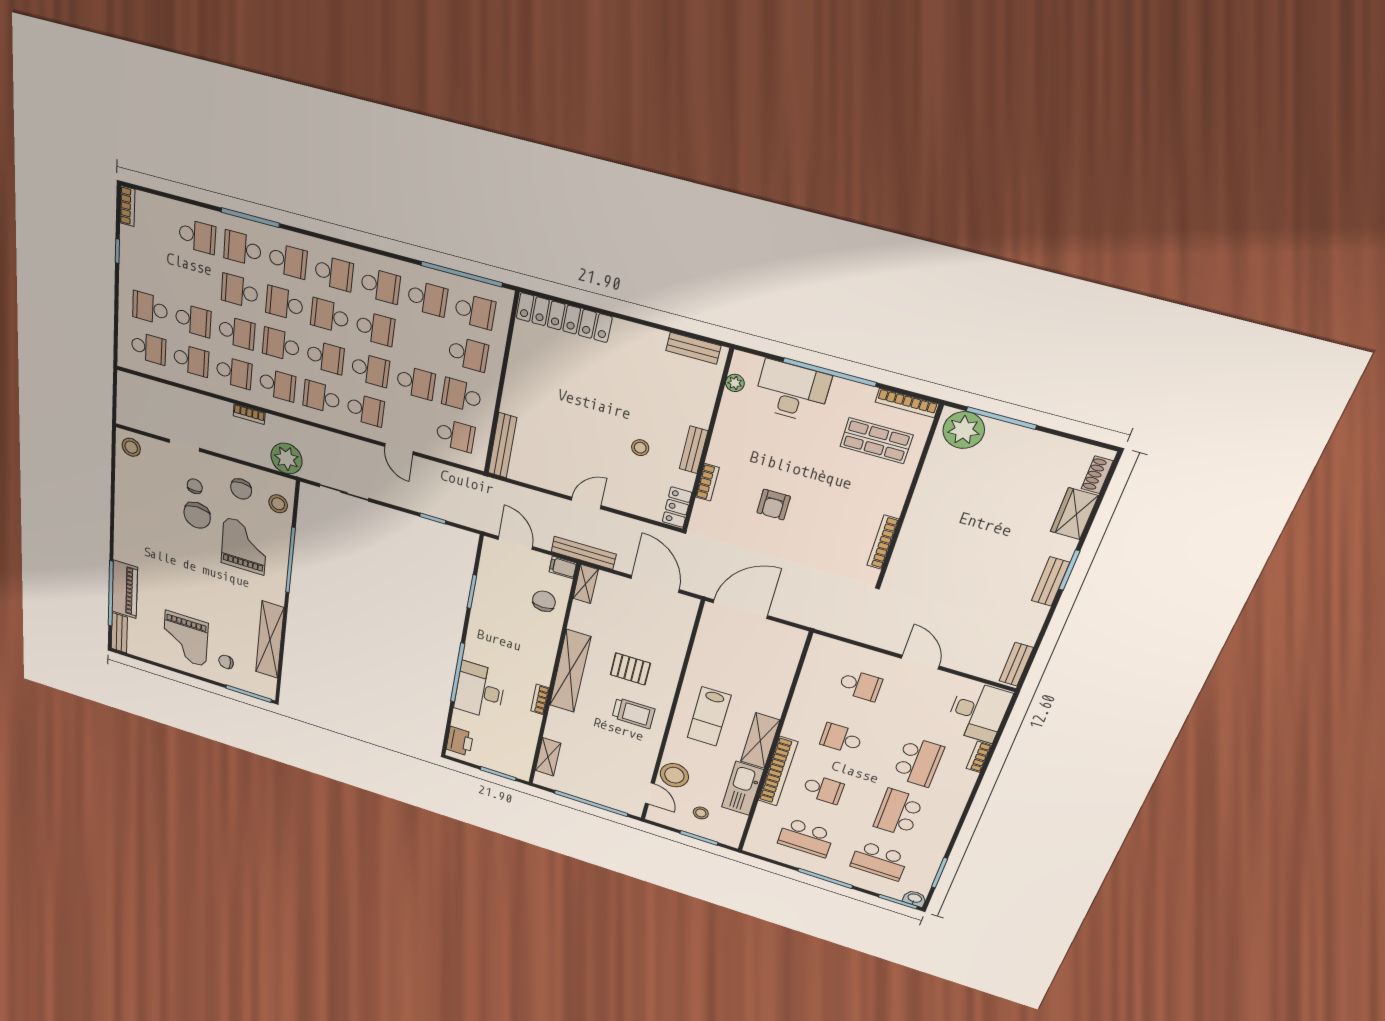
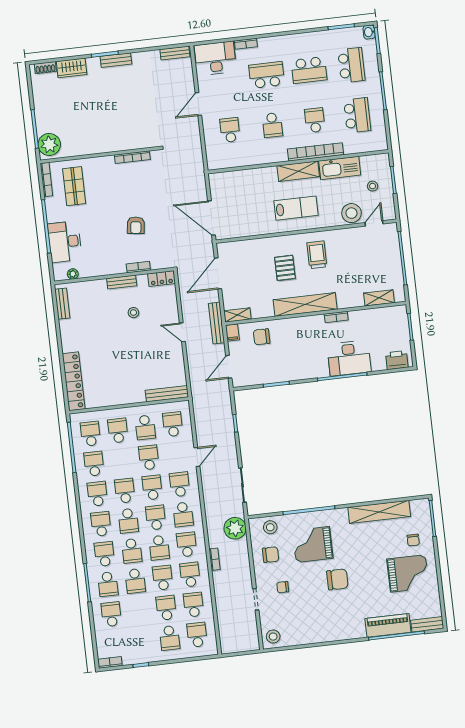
armchair: (774, 505) -> (136, 225), turned 97
chair: (197, 515) -> (337, 579), moved

